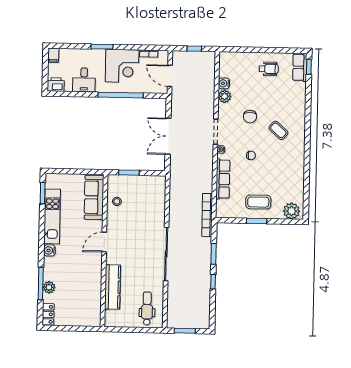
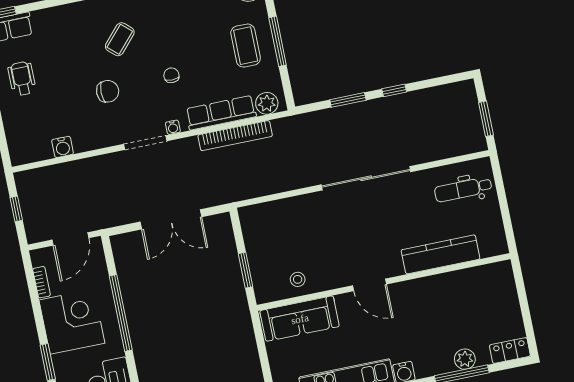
plant: (225, 96) -> (267, 103), moved
bookcase: (207, 215) -> (235, 136), moved
window: (257, 221) -> (278, 41), width x1.44

